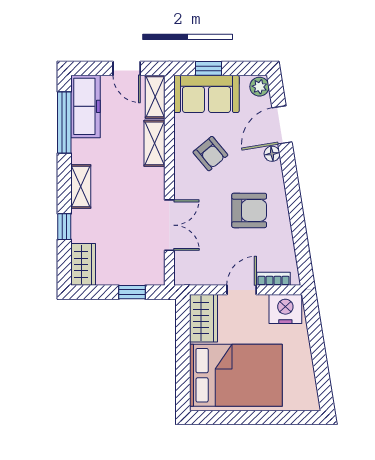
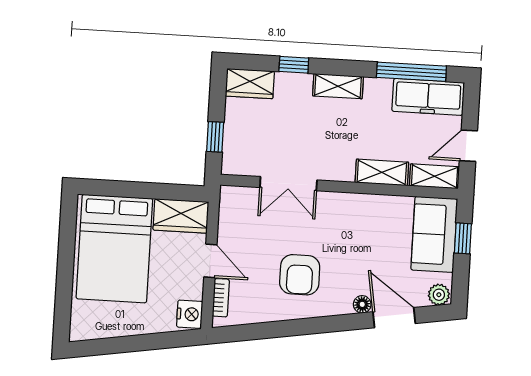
armchair: (210, 154) -> (367, 235), removed
nightstand: (285, 309) -> (190, 314), width x0.74, depth x0.75

